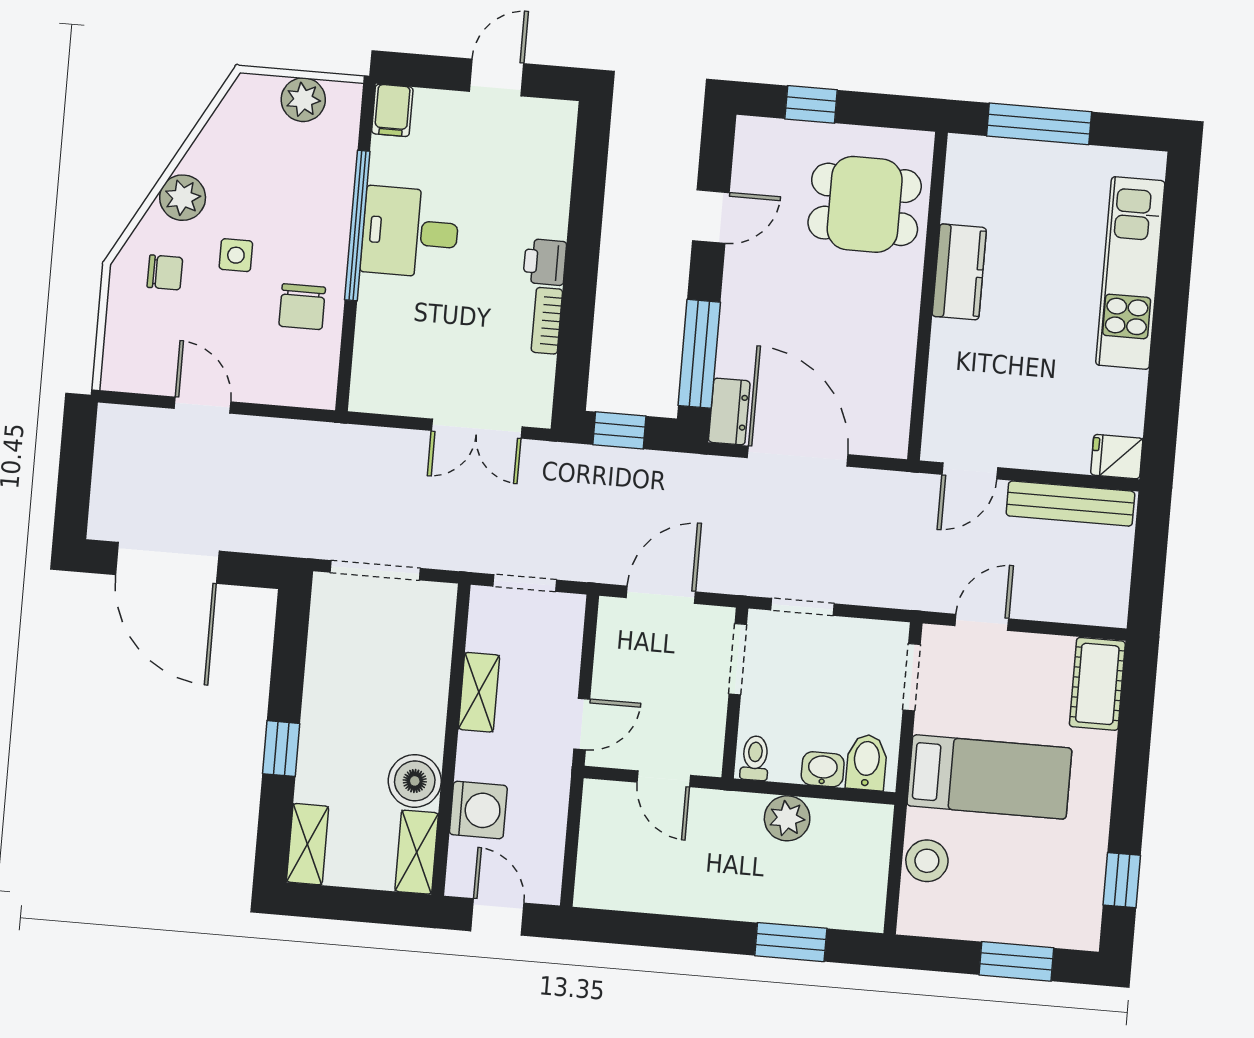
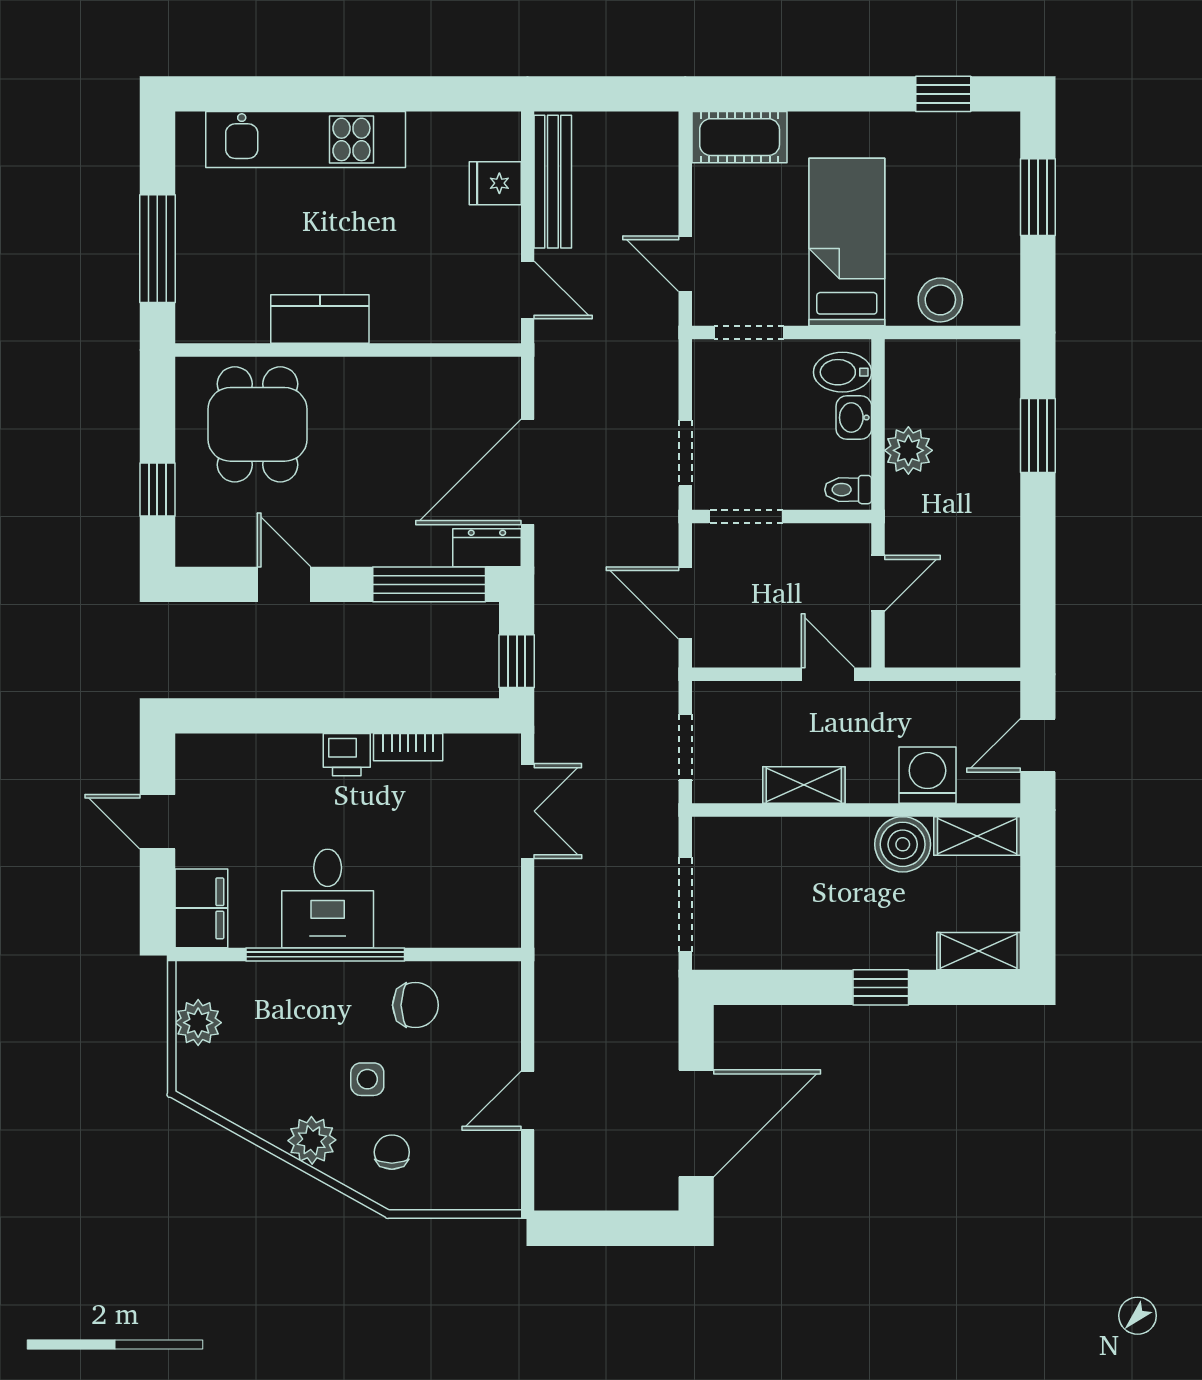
filing cabinet: (392, 110) -> (201, 908), width x2.00
fridge: (1117, 457) -> (495, 183), moved, turned 90

